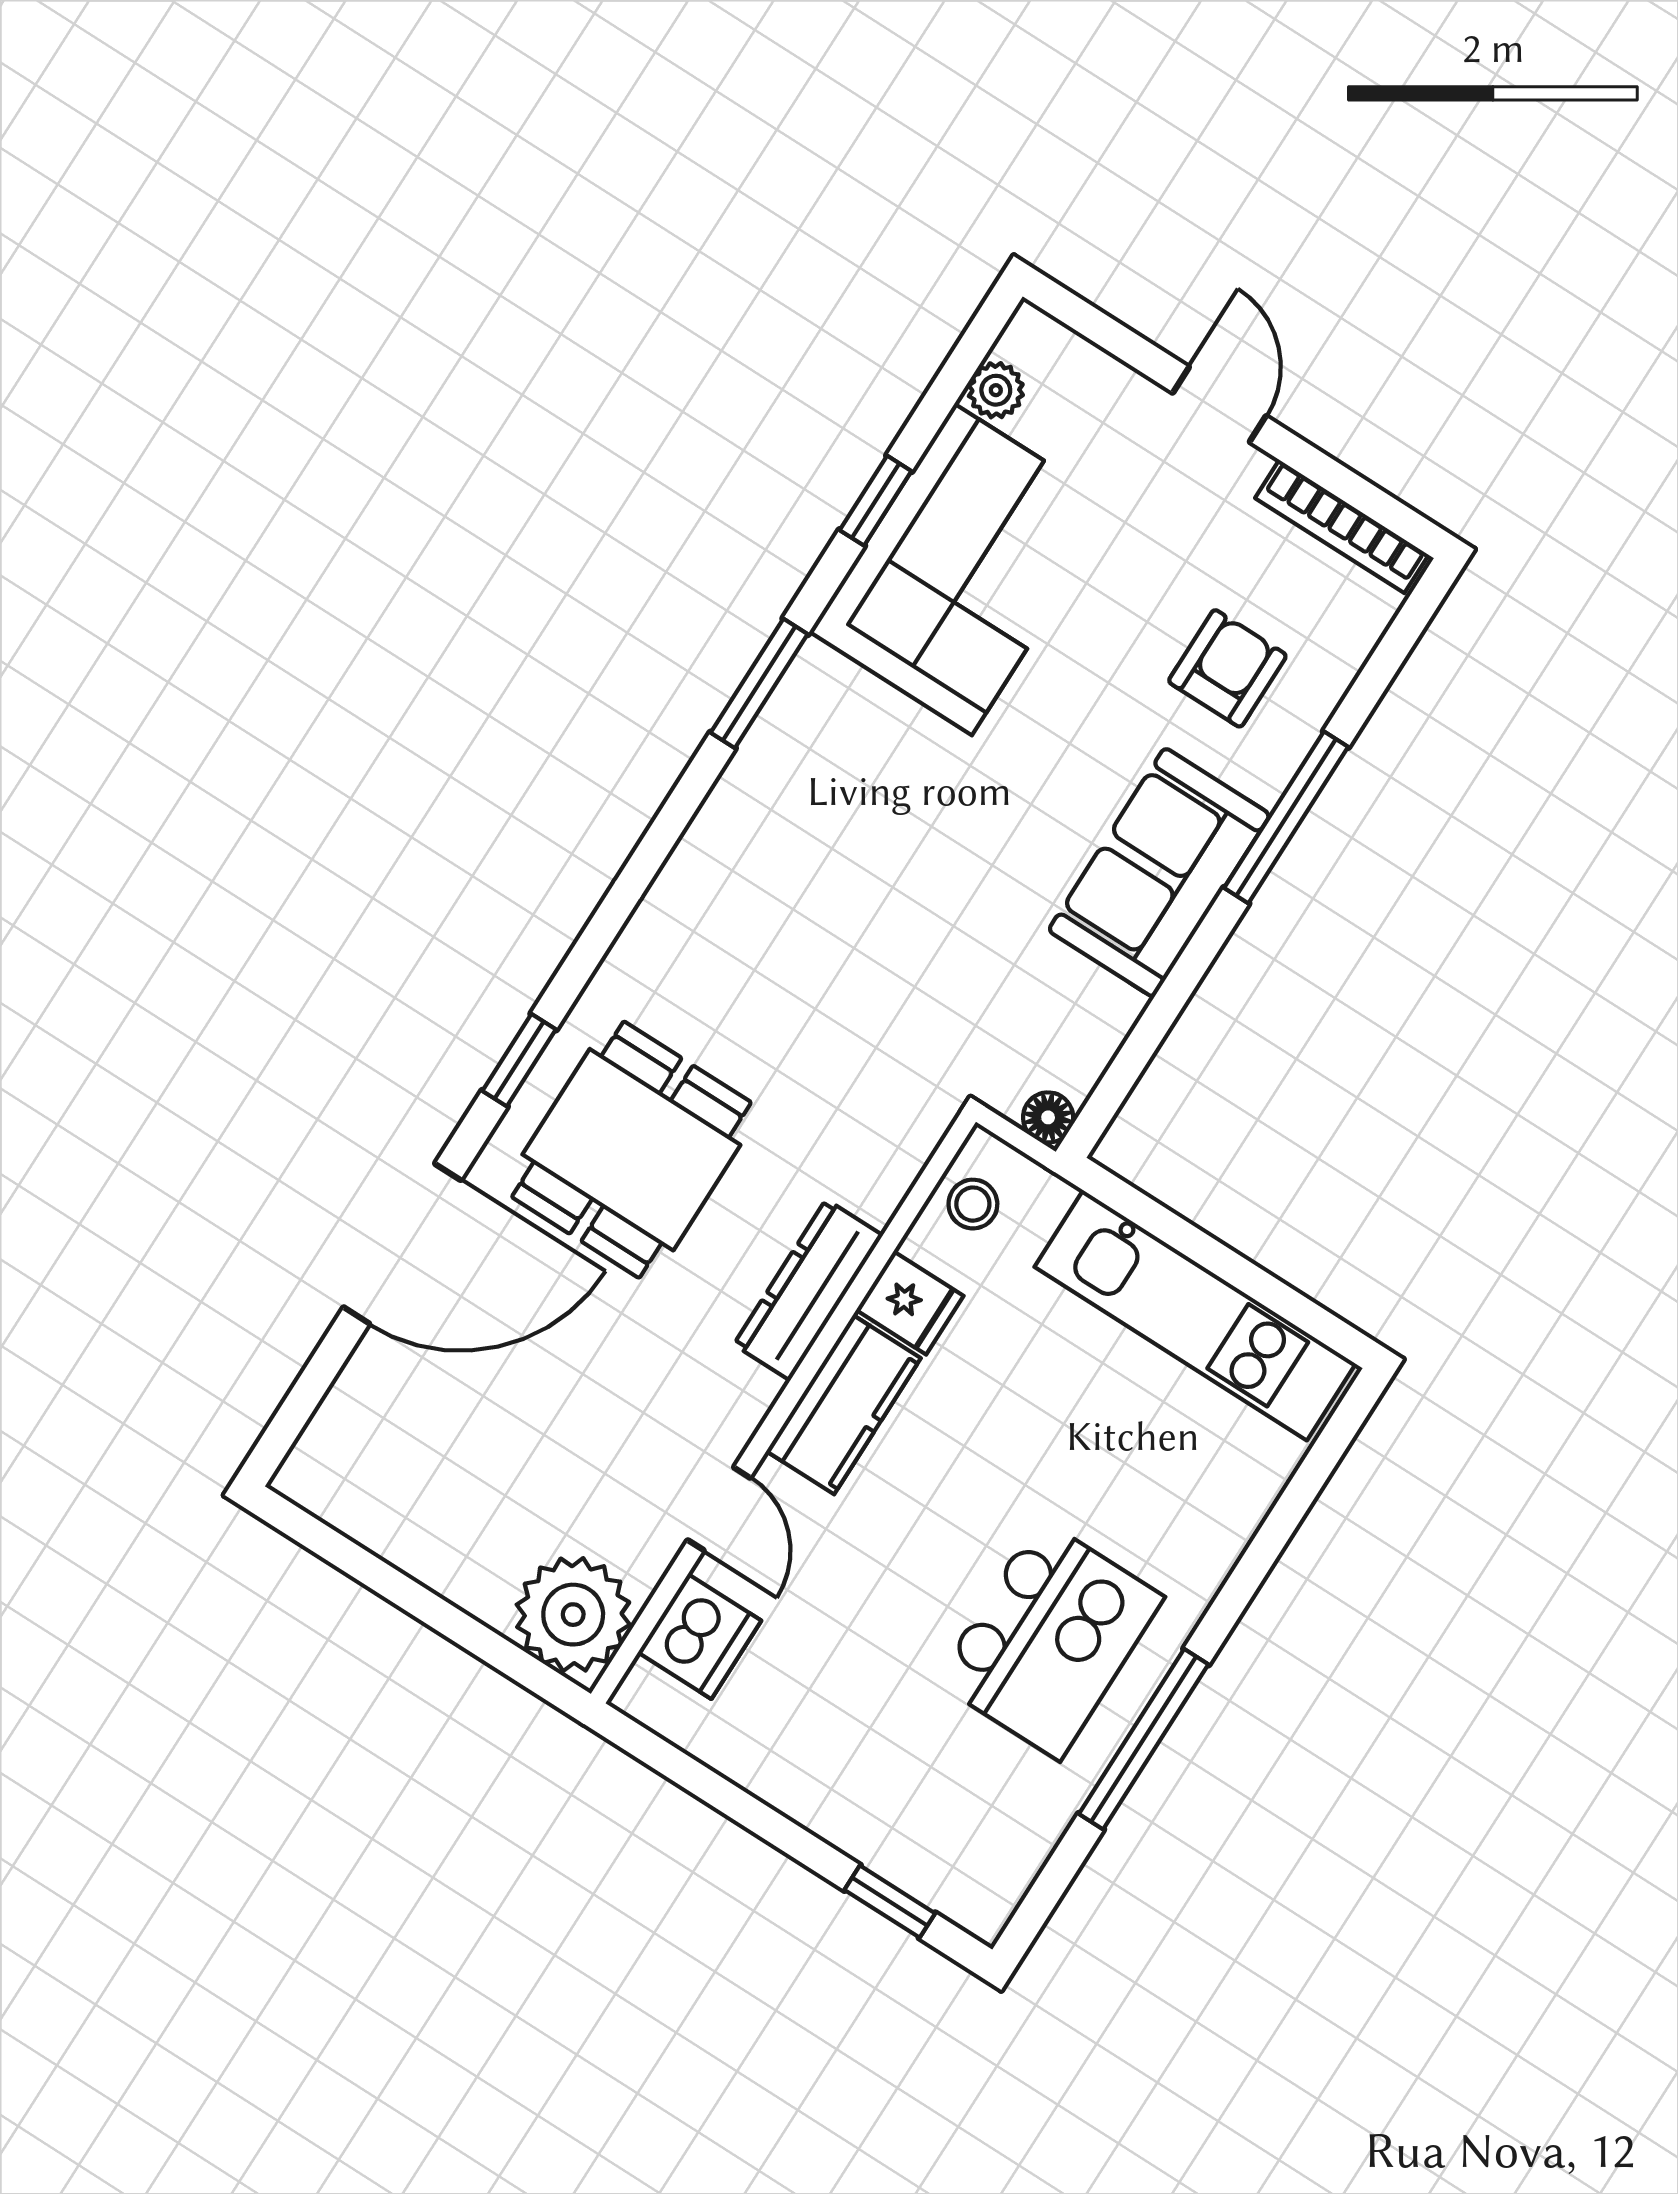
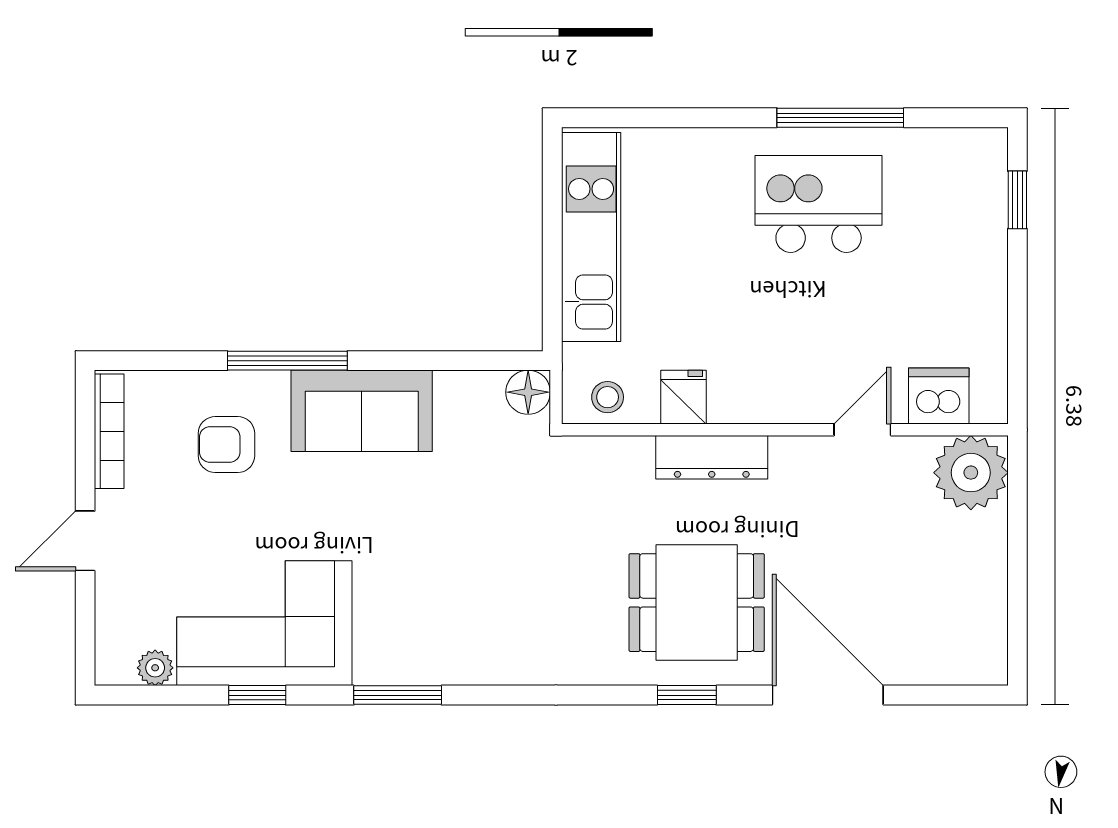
floor lamp: (1048, 1117) -> (528, 392), width x1.37, depth x1.37
kitchen counter: (844, 1405) -> (762, 398), removed

